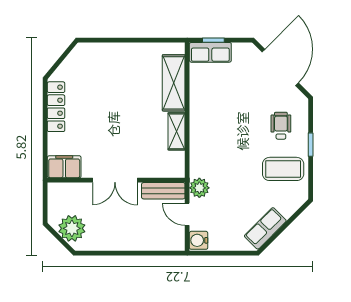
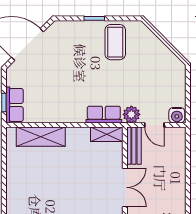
wheelchair: (281, 126) -> (78, 44), removed
shelving: (177, 131) -> (107, 134), moved
door: (187, 214) -> (154, 125), hinge flipped
row of seats: (265, 228) -> (104, 115), moved, turned 135

